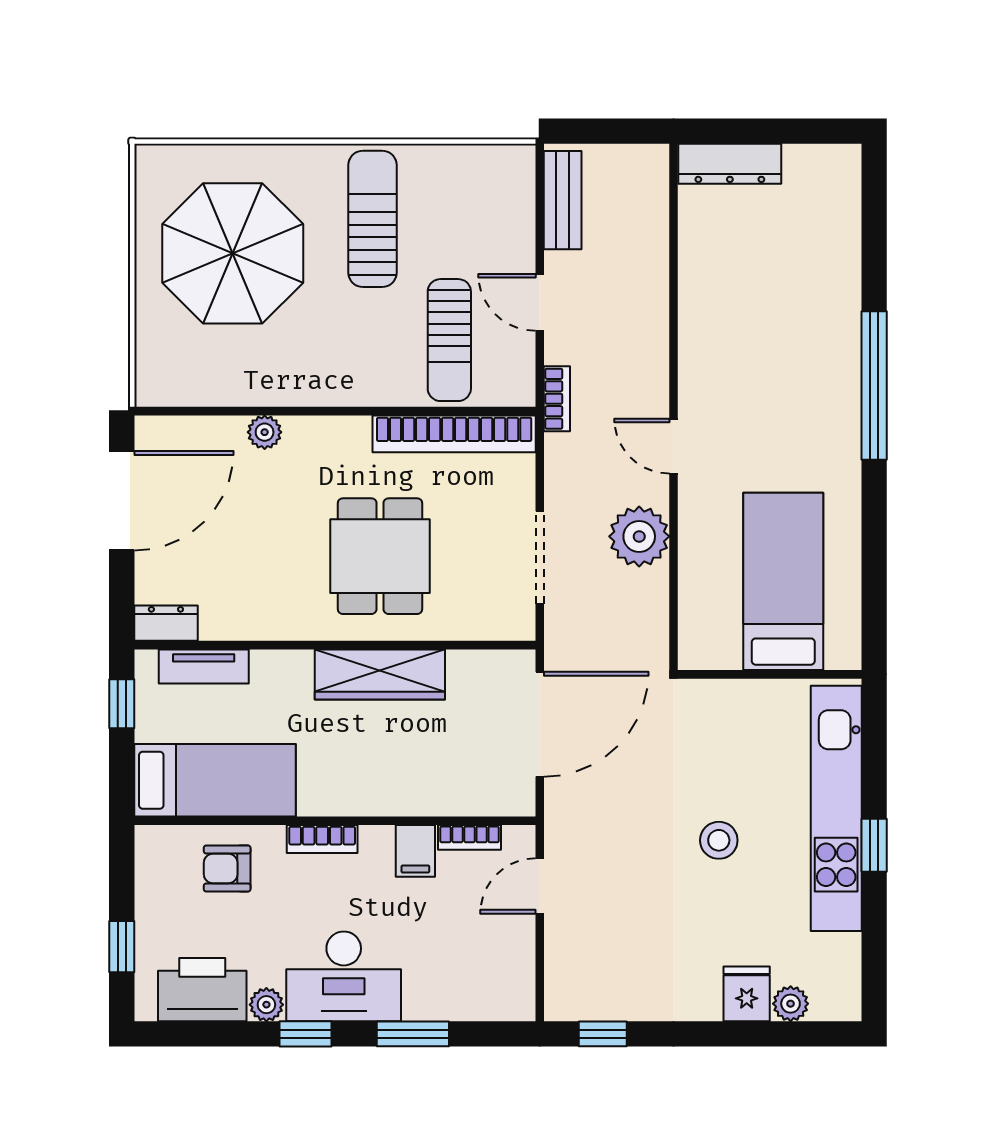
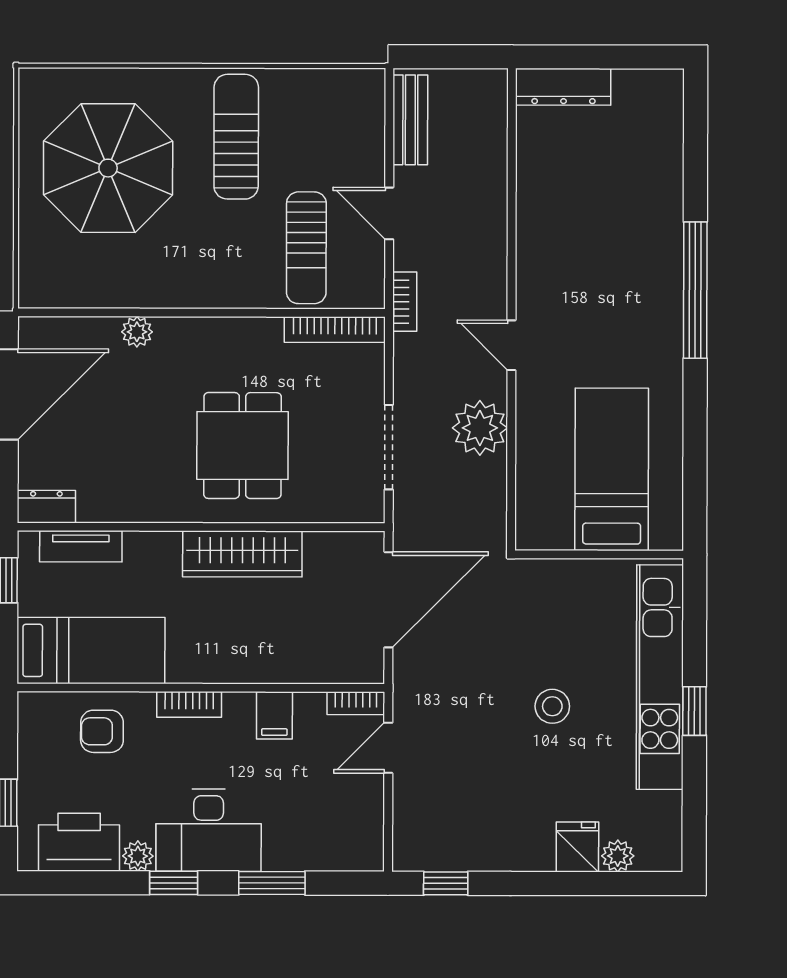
bookcase: (454, 434) -> (335, 330), width x0.68, depth x0.76
bookcase: (470, 837) -> (356, 703), moved

